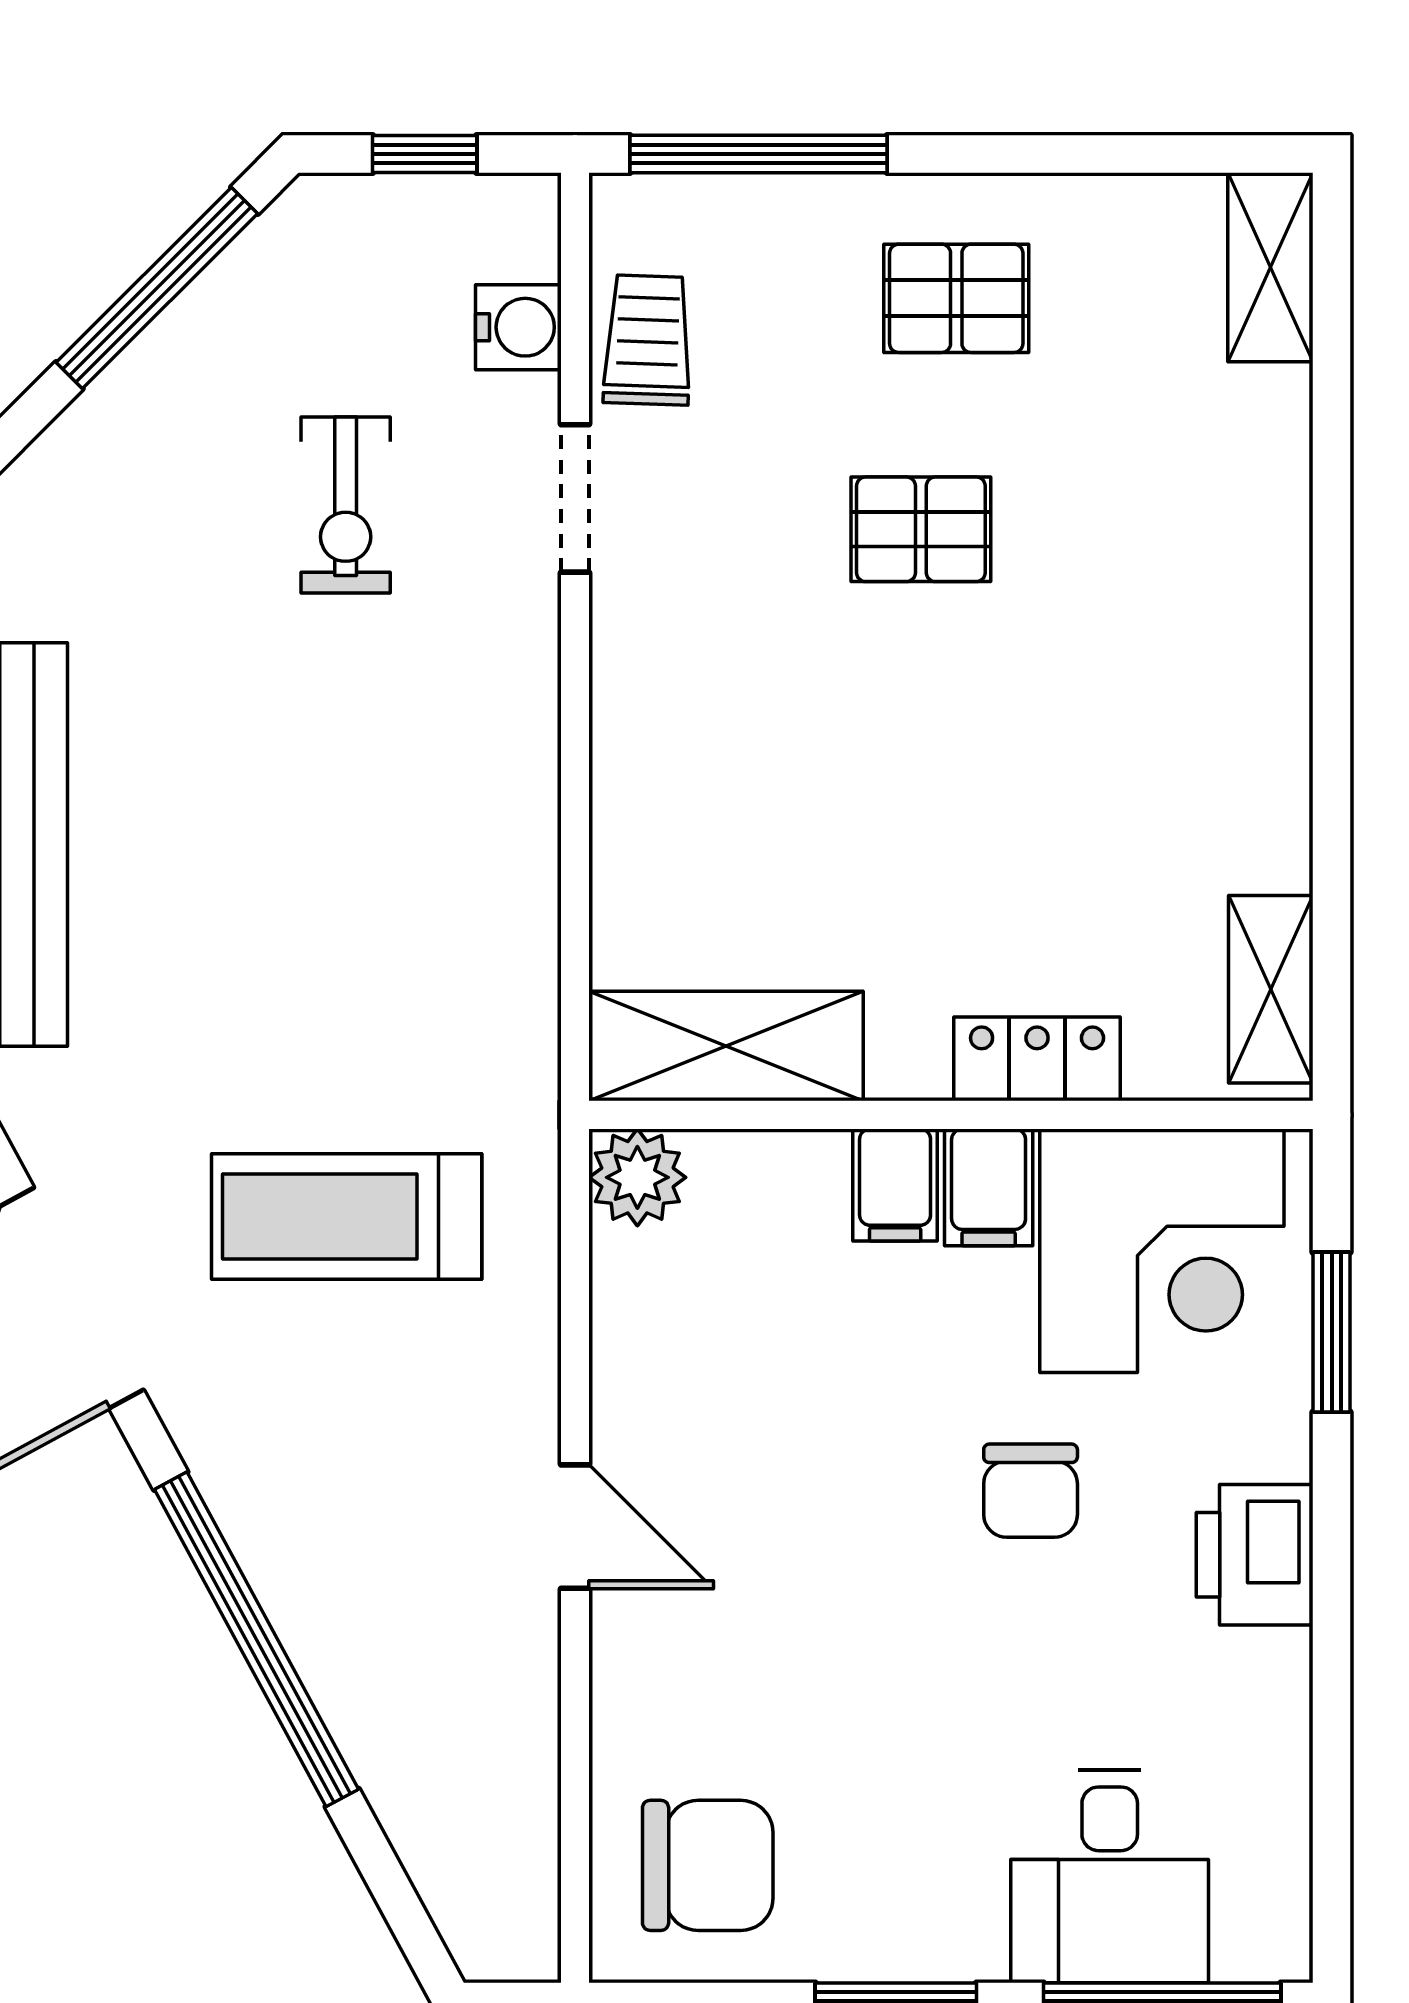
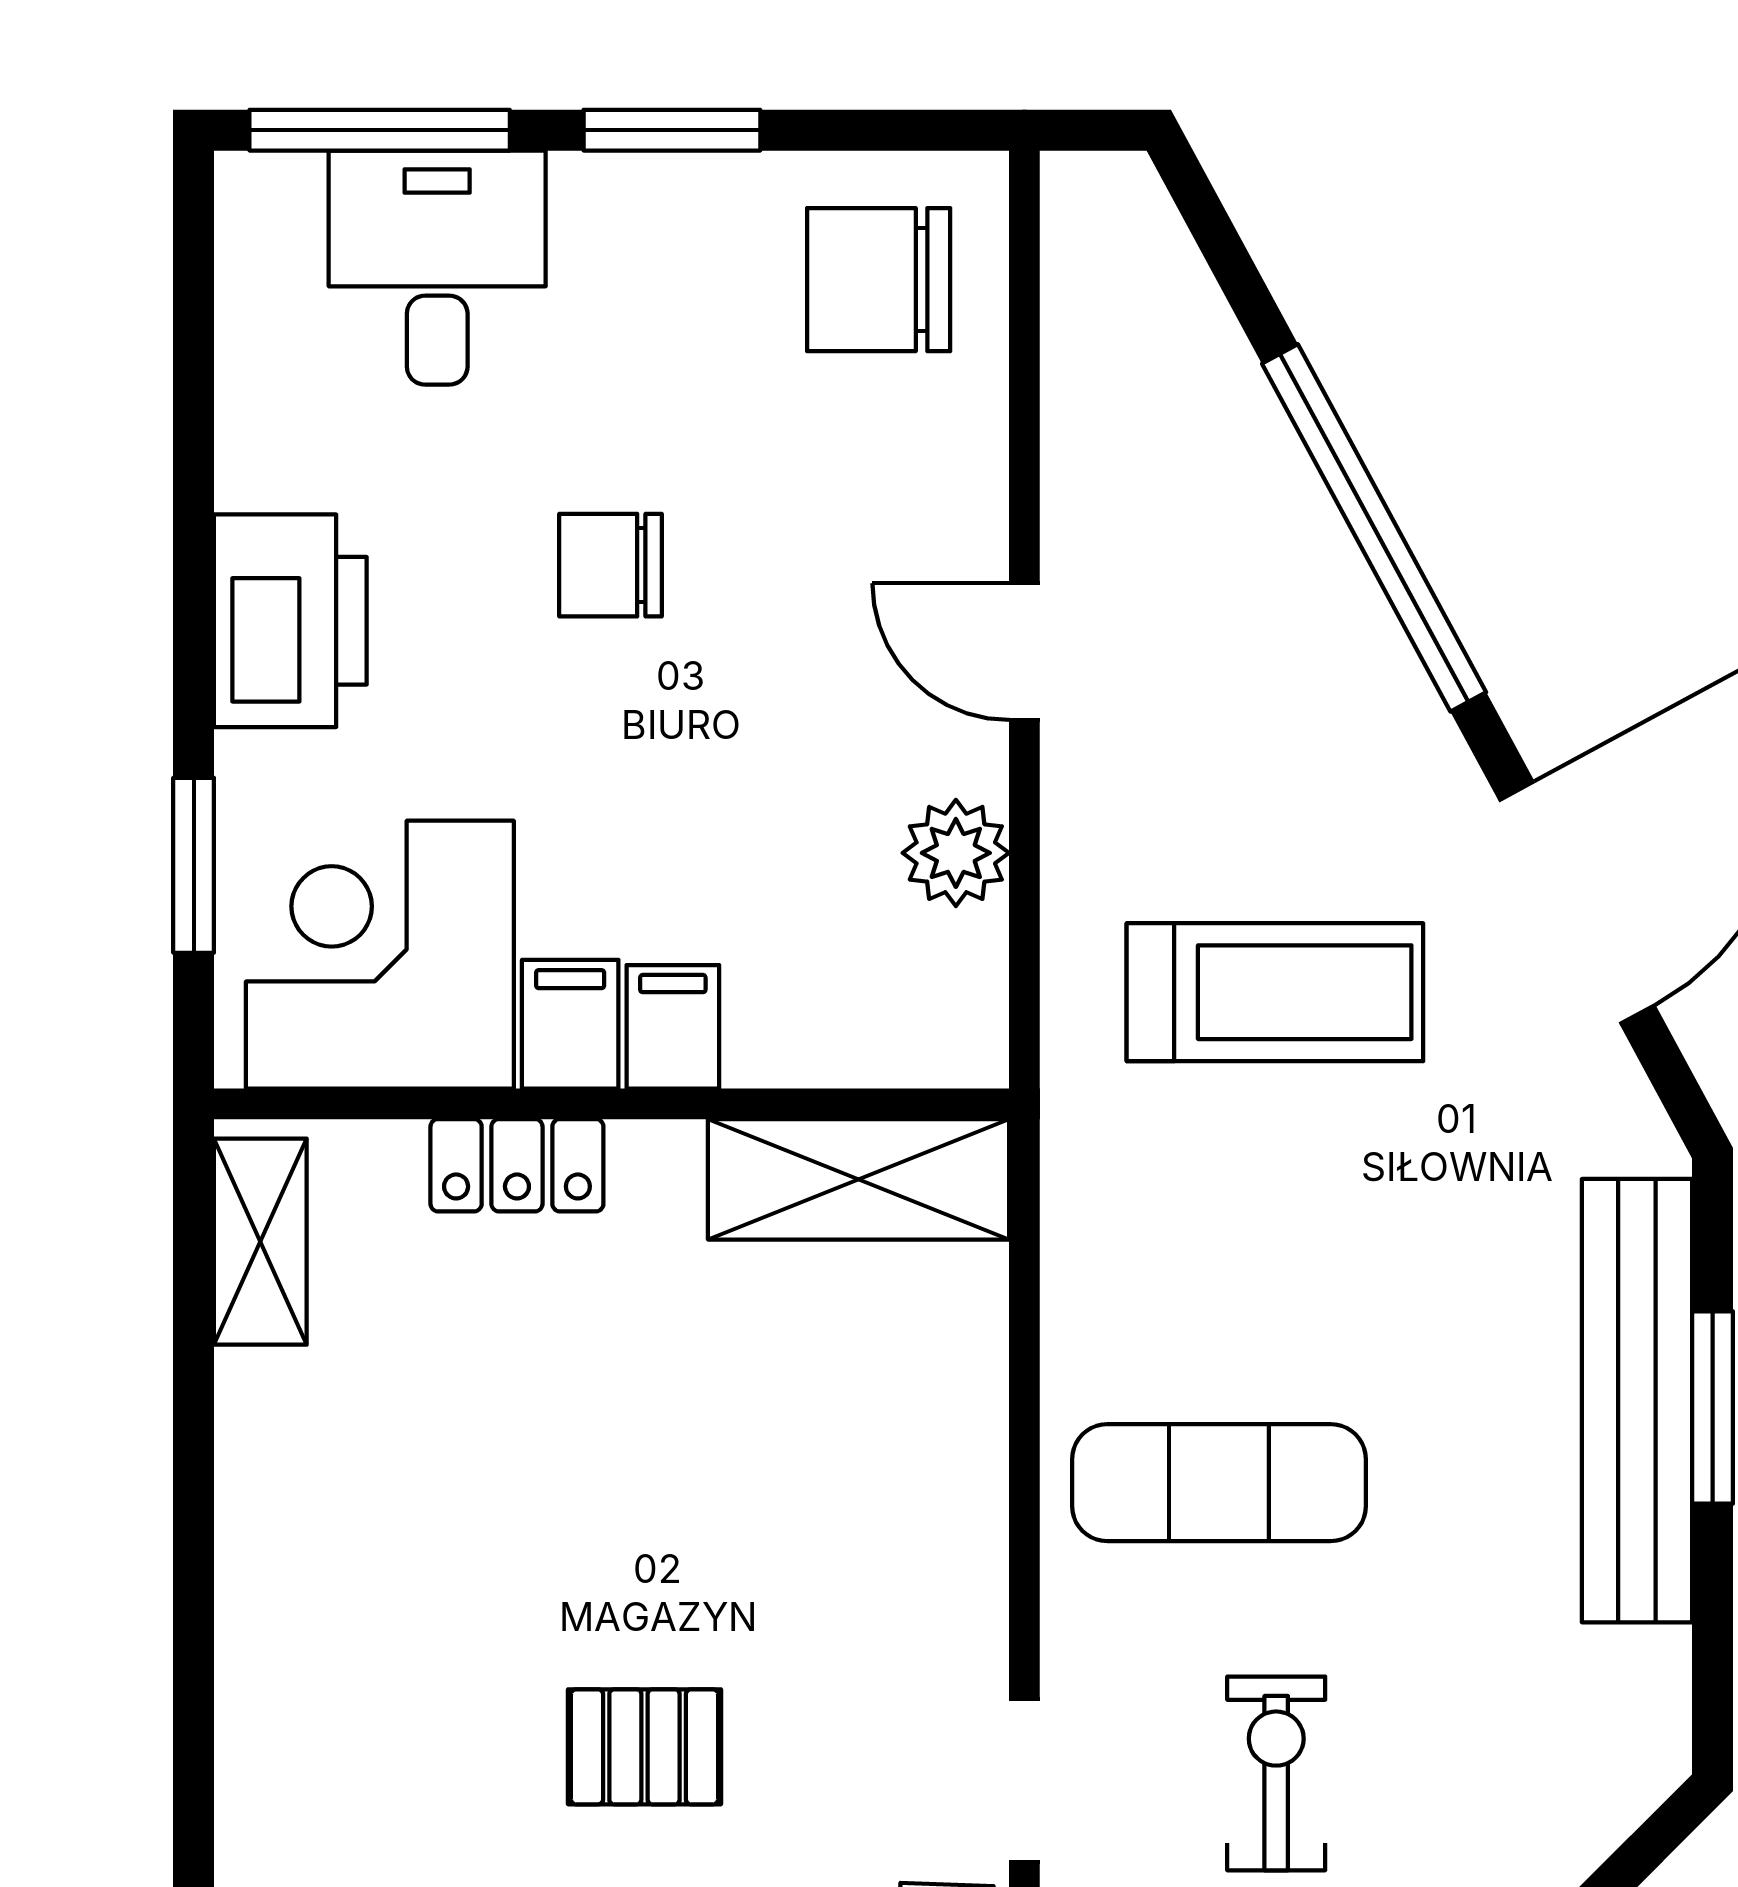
exercise mat: (398, 770) -> (1219, 1483), added
plant: (637, 1177) -> (956, 853), moved
chair: (1031, 1491) -> (611, 565), moved, turned -90
printer: (1255, 1555) -> (290, 621), width x1.37, depth x1.19

